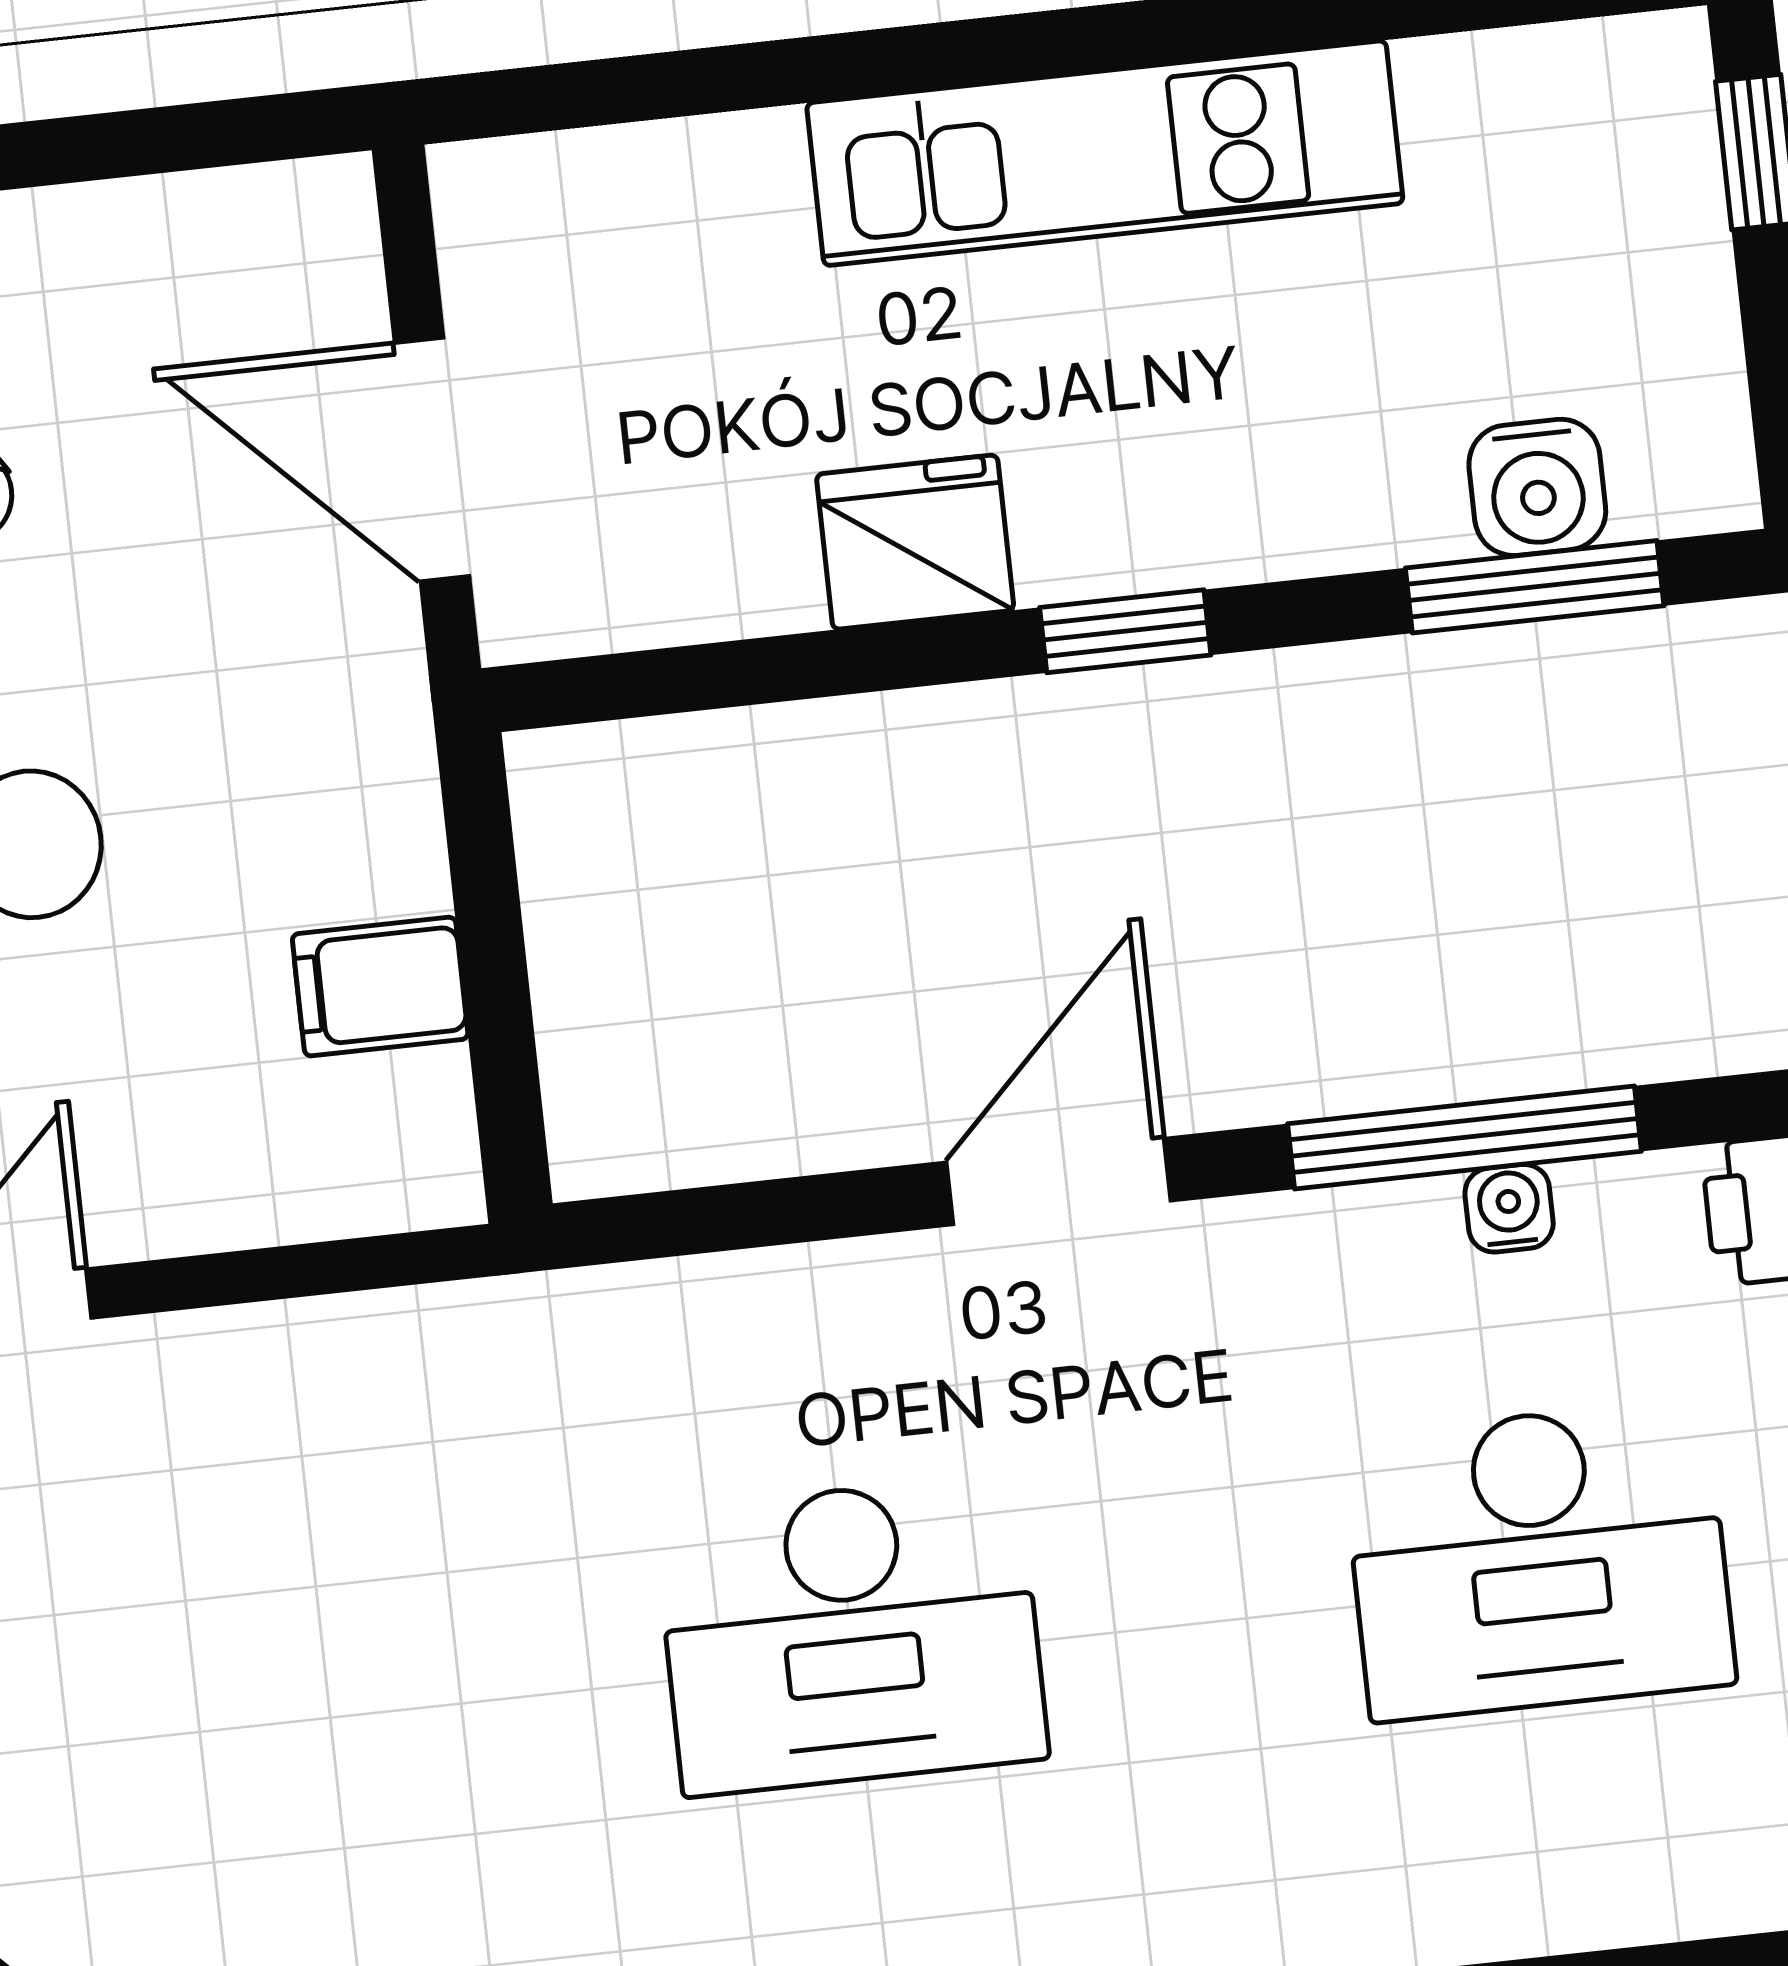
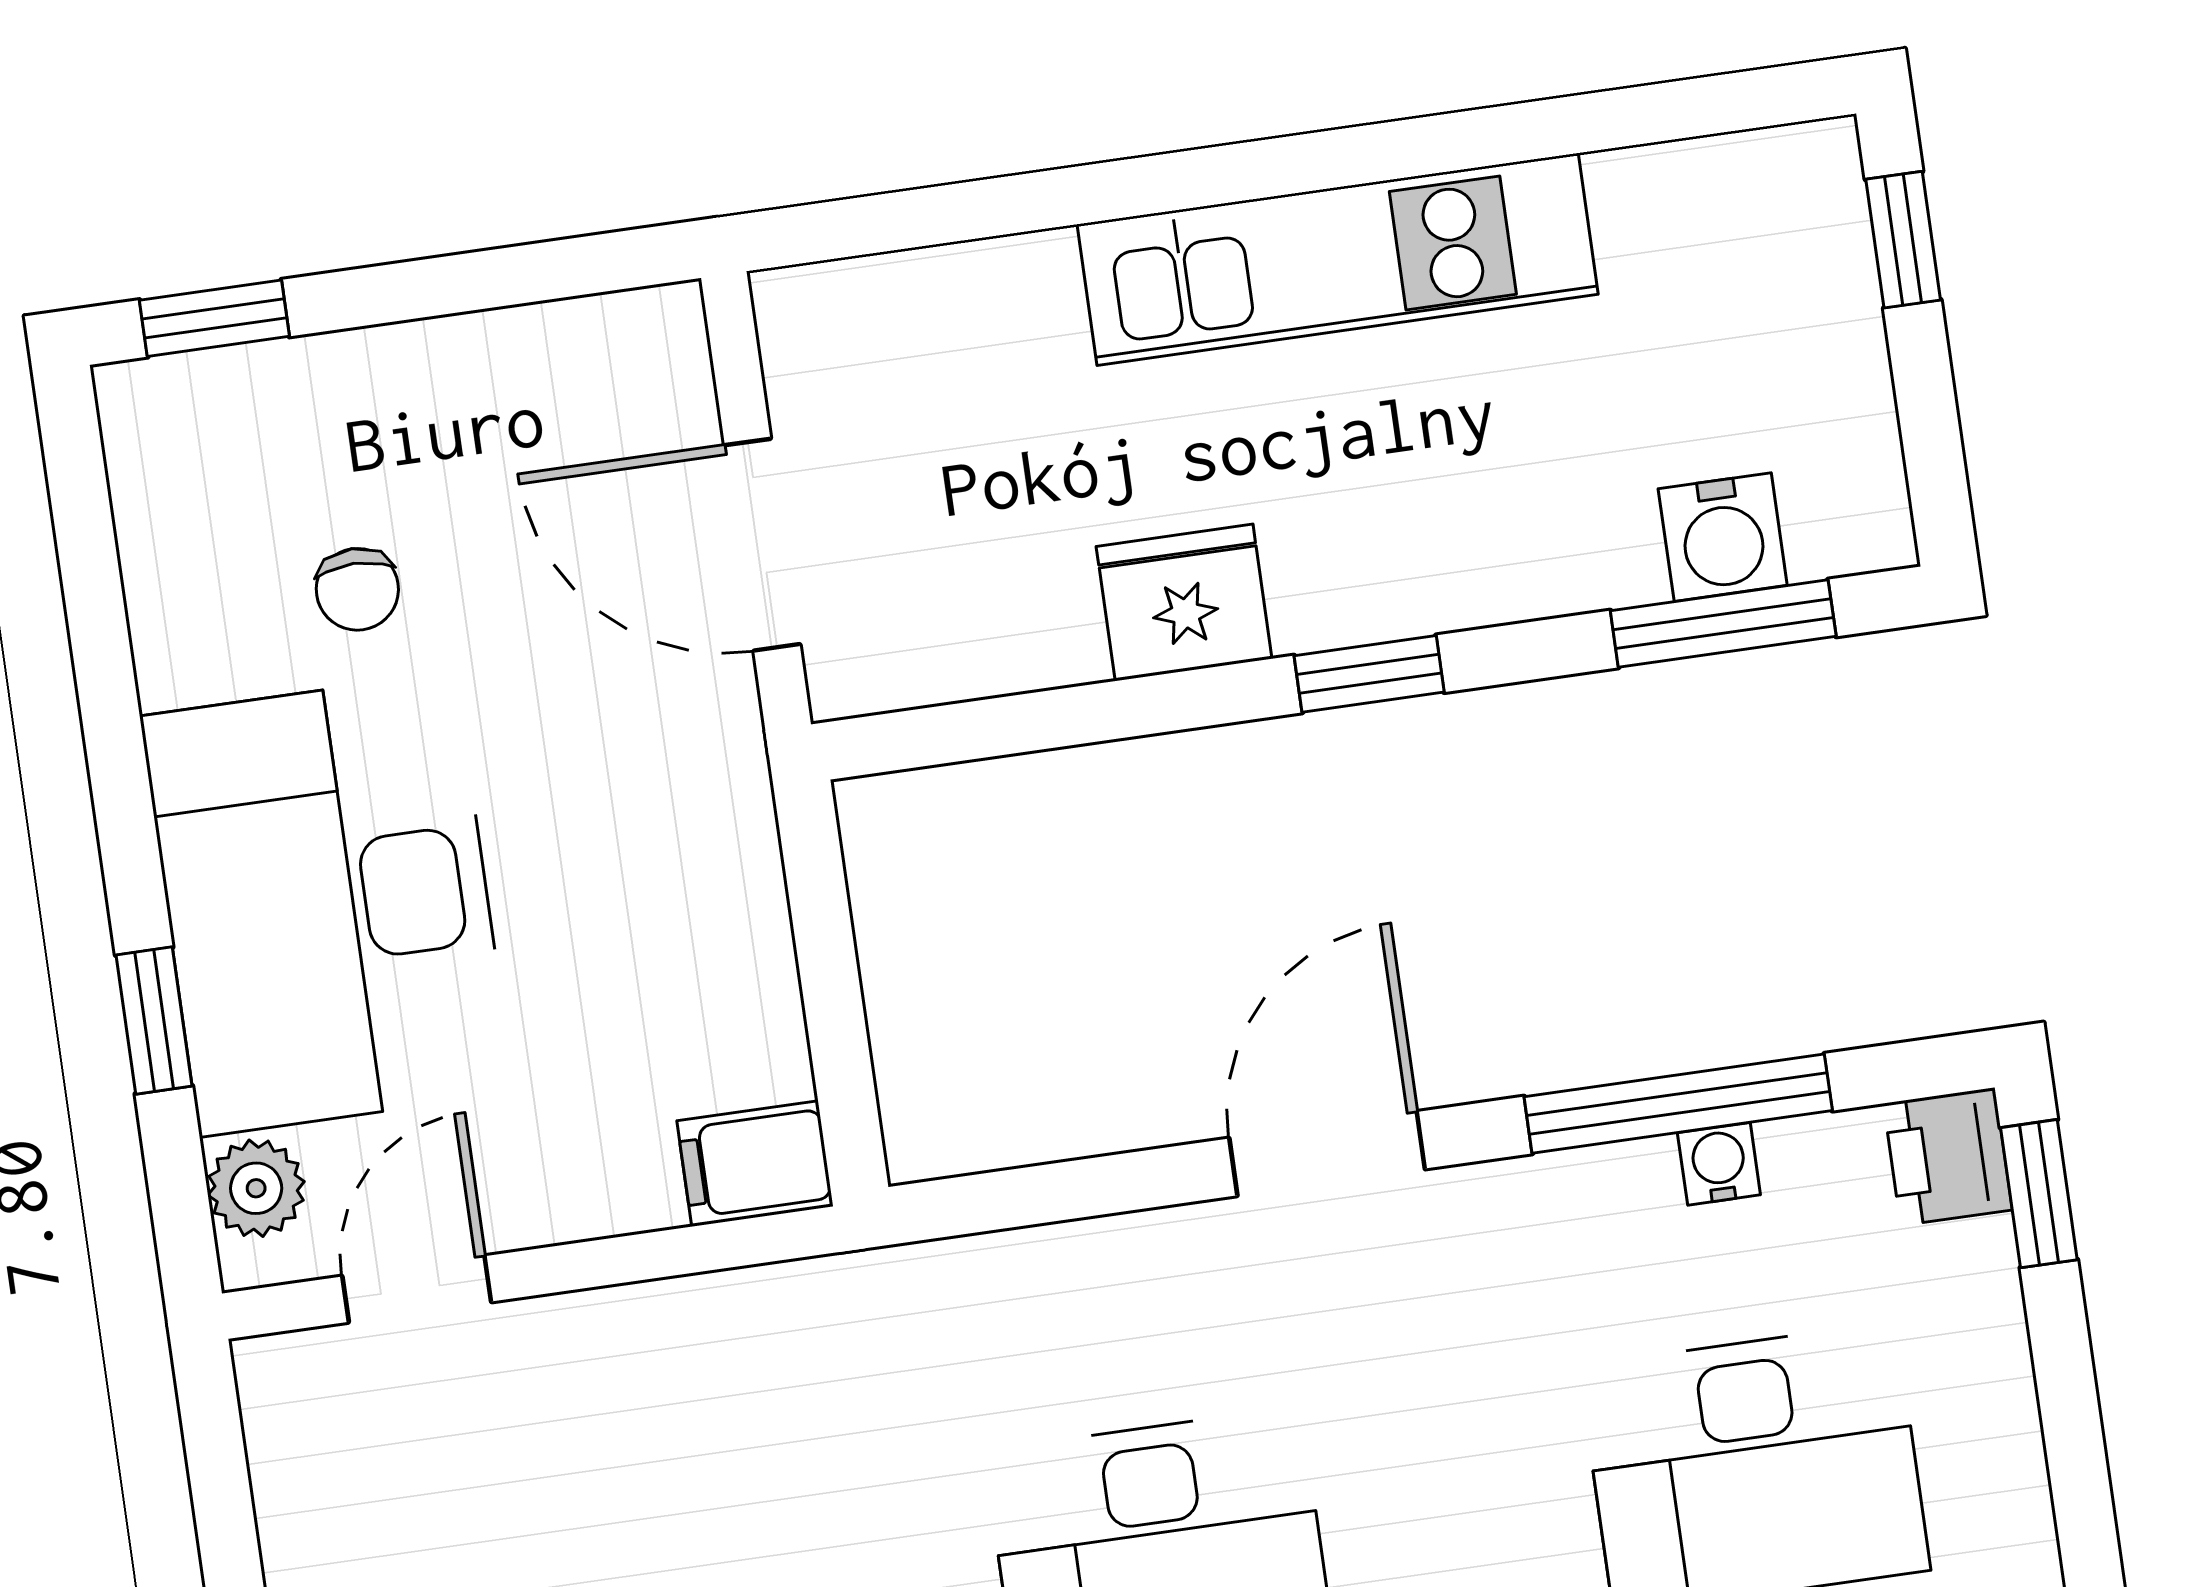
filing cabinet: (380, 987) -> (755, 1164), moved

